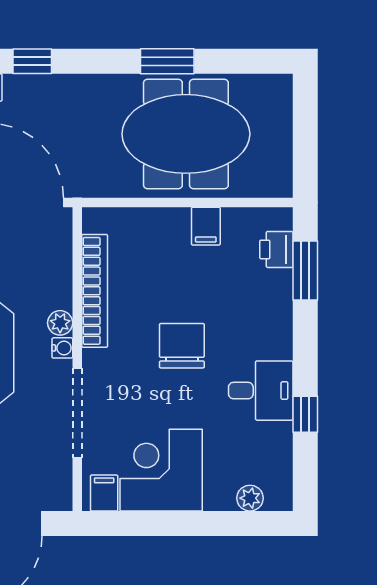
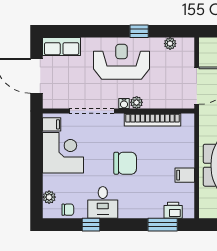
chair: (275, 461) -> (68, 210), added

